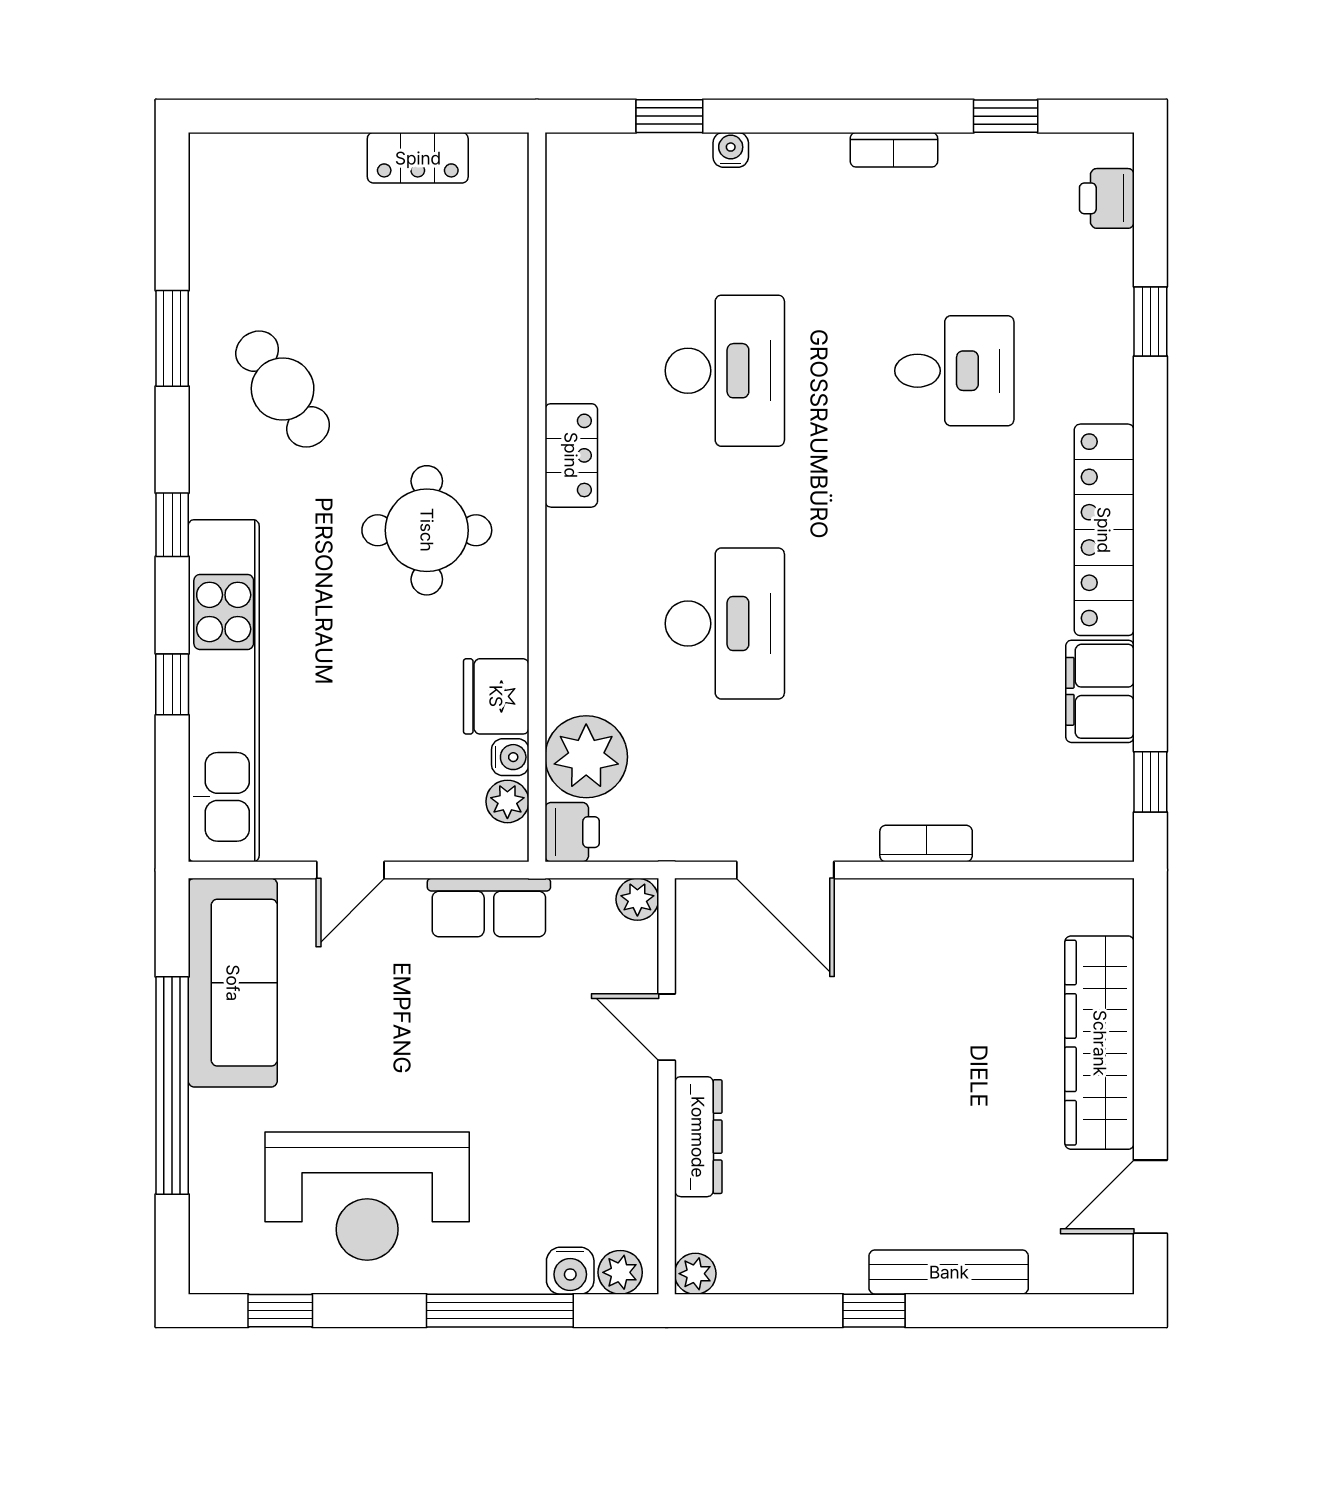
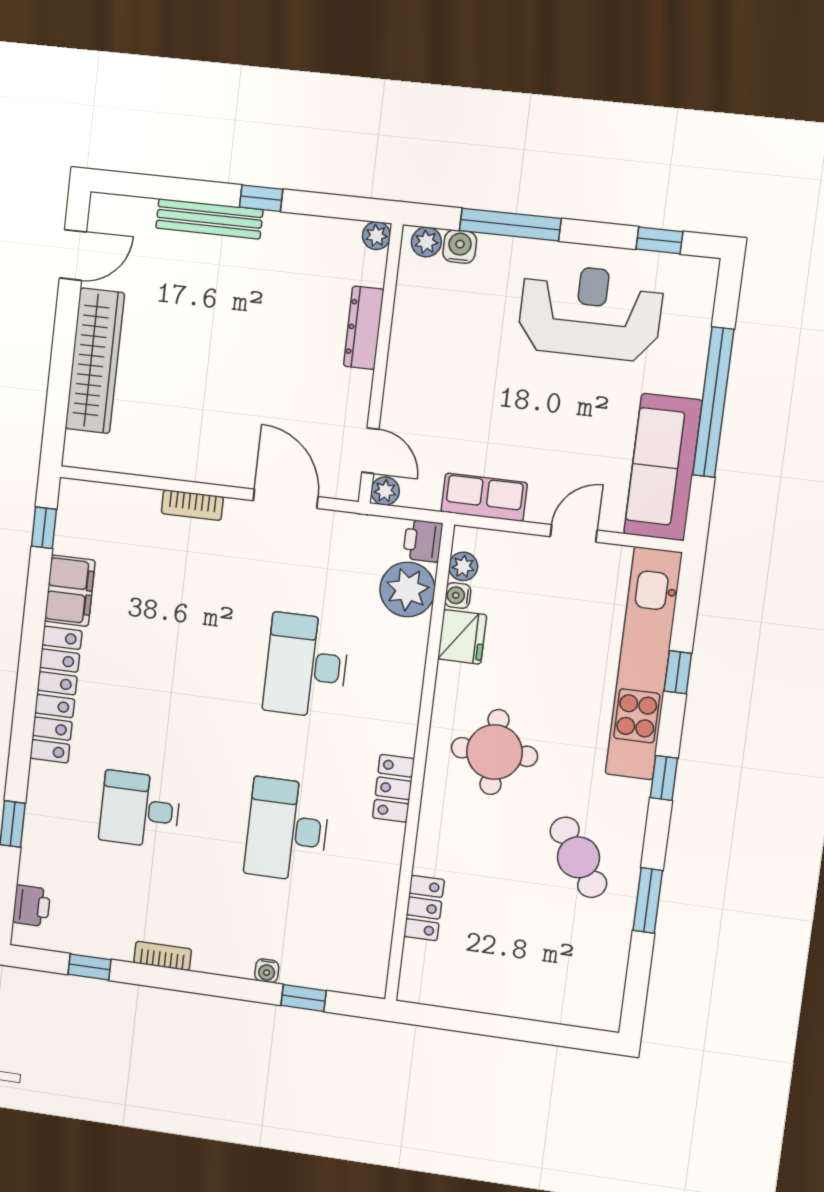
locker: (418, 158) -> (424, 908), moved, turned 90
door: (667, 1027) -> (370, 451), moved

